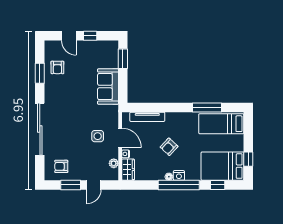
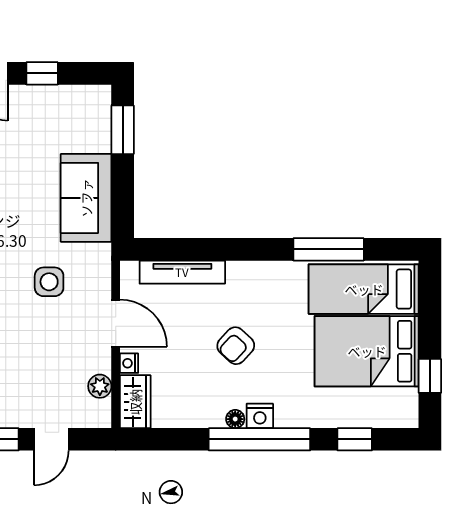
side table: (98, 136) -> (49, 282), moved
bed: (222, 166) -> (367, 351), moved

